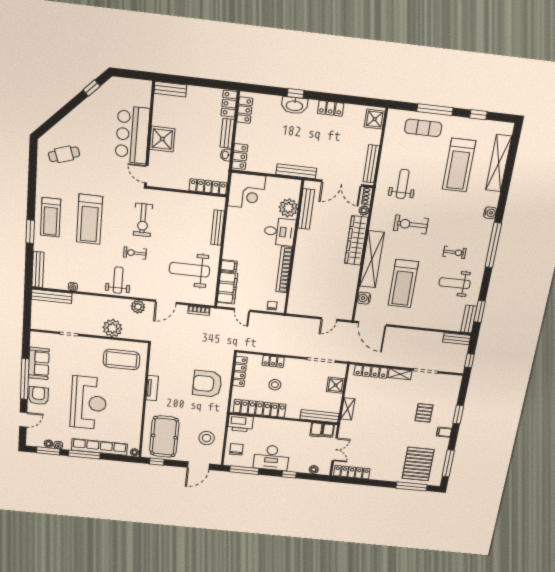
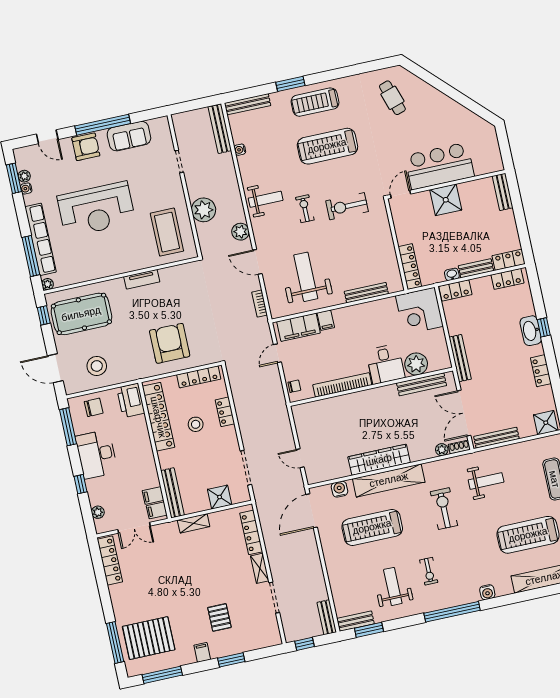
window: (92, 88) -> (475, 108), removed
wardrobe: (356, 240) -> (379, 460), moved
pallet: (424, 413) -> (219, 617), turned 90
window: (84, 454) -> (31, 256), moved

